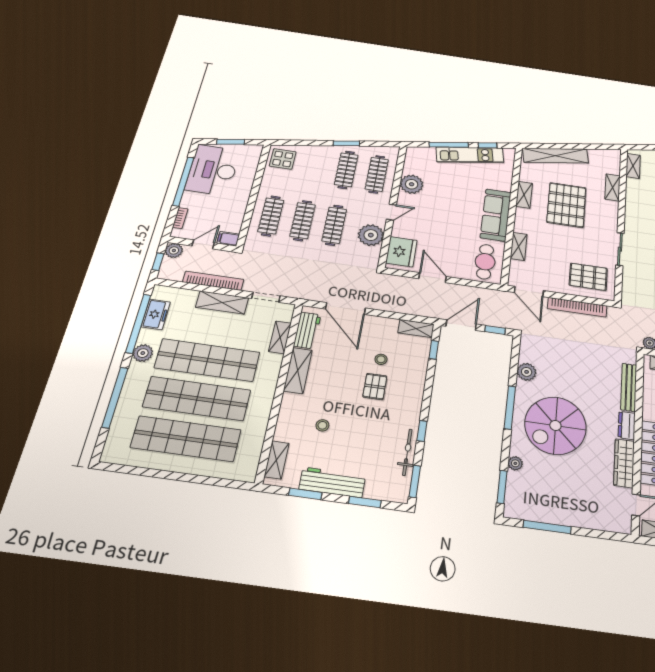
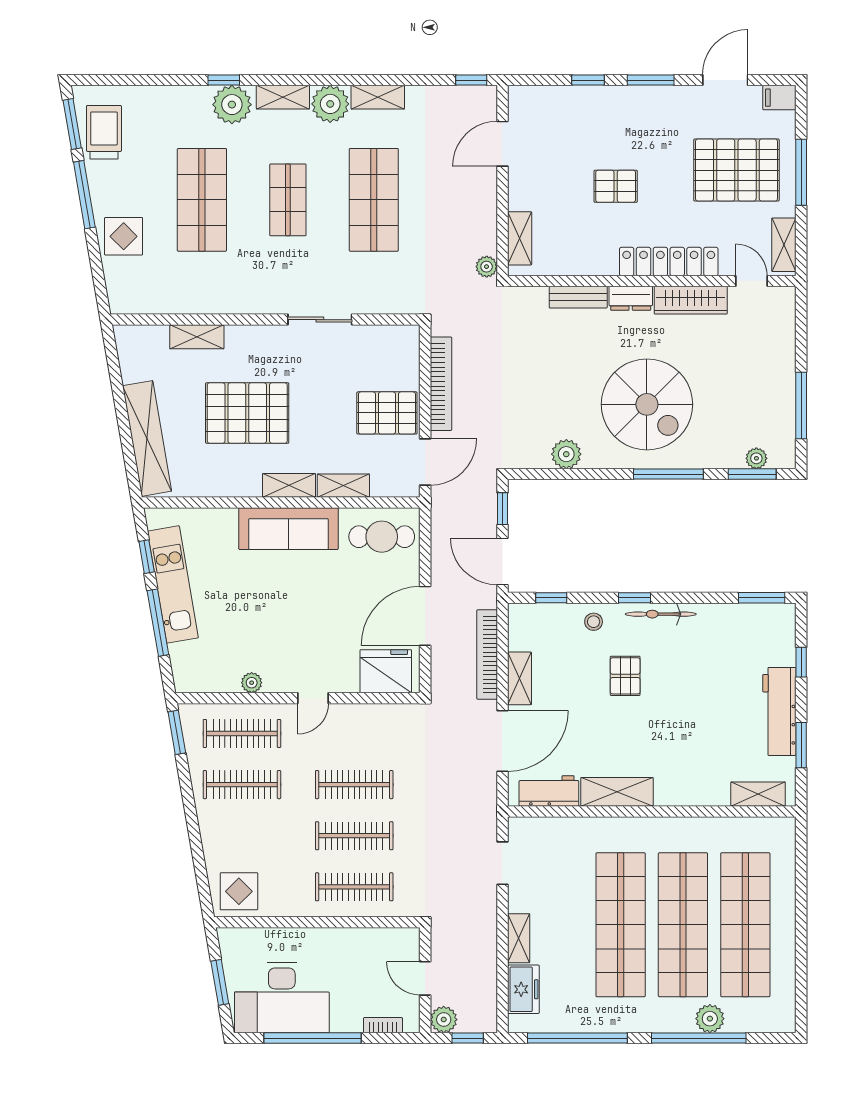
window: (346, 143) -> (177, 732), moved
shelving: (633, 166) -> (144, 303), removed
plant: (412, 184) -> (252, 683), width x0.53, depth x0.53
shelving: (524, 195) -> (289, 485), moved
door: (391, 212) -> (313, 698), swing flipped
plant: (371, 235) -> (363, 724), removed
filing cabinet: (228, 239) -> (408, 943), removed
pallet: (588, 277) -> (387, 413), moved, turned 90
door: (433, 278) -> (425, 616), width x1.36
bookcase: (213, 281) -> (487, 654), moved
shelving: (222, 302) -> (519, 938), width x0.67, depth x0.75
freezer: (156, 314) -> (523, 989), moved, turned 90
shelving: (416, 328) -> (519, 678), moved
shelving: (280, 337) -> (567, 828), removed
plant: (143, 353) -> (710, 1019), moved
stool: (381, 359) -> (594, 622), moved
pallet: (375, 386) -> (625, 676), turned 90
bench: (629, 387) -> (578, 297), width x0.73
window: (510, 407) -> (668, 474), moved
stool: (322, 425) -> (697, 740), removed
window: (422, 431) -> (635, 598), moved
bicycle: (407, 452) -> (661, 614), moved
plant: (515, 463) -> (756, 458), moved
window: (365, 502) -> (801, 662), width x0.67

